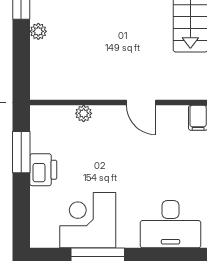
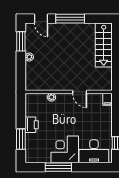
window: (21, 152) -> (21, 139), moved
corner desk: (88, 220) -> (65, 149), moved

